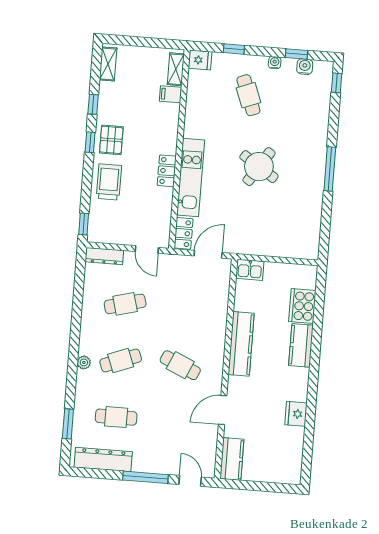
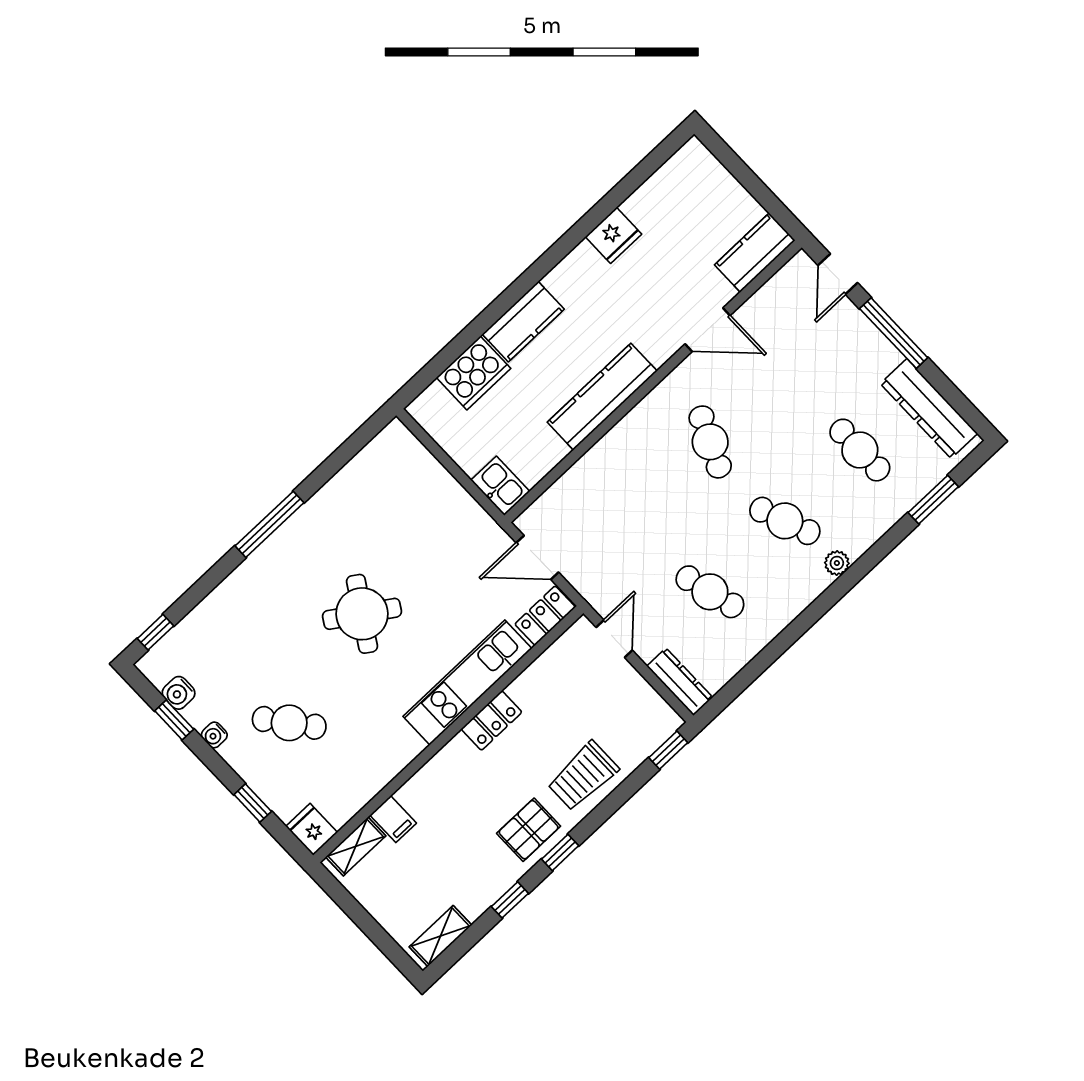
cafe table: (248, 95) -> (289, 723), turned 73

